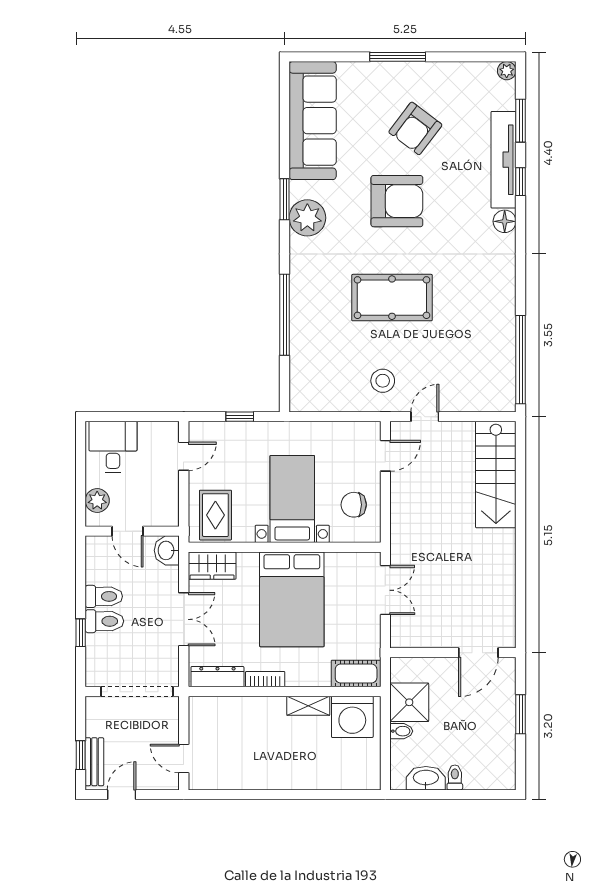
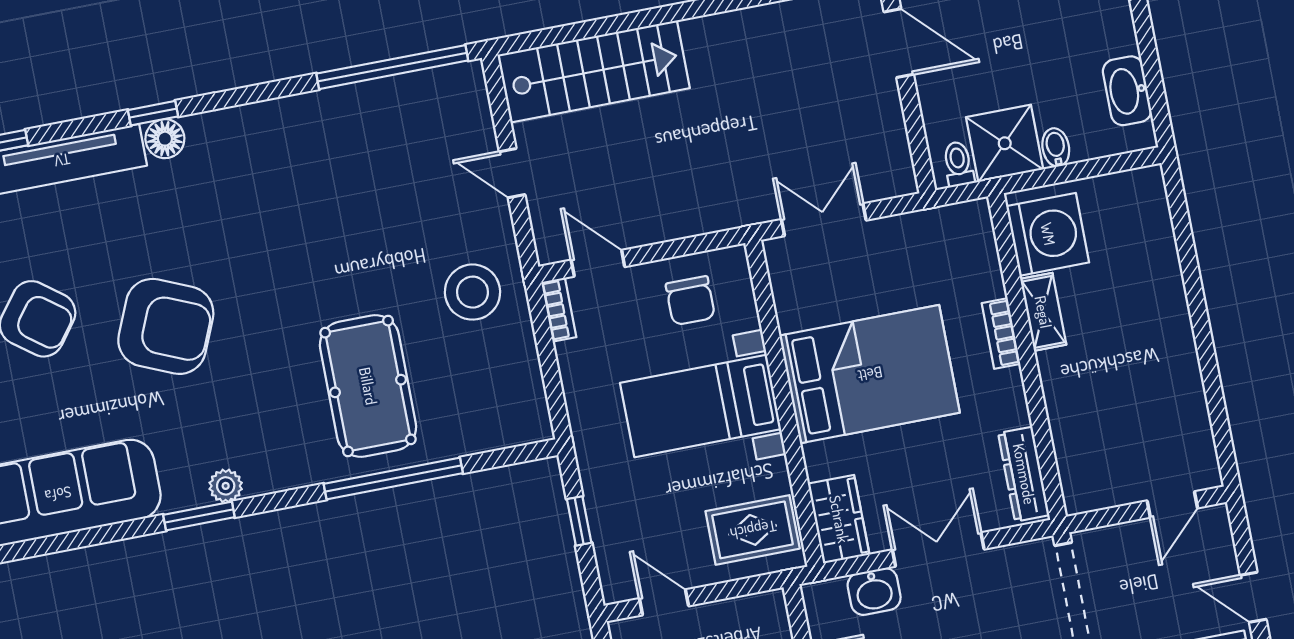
window: (521, 182) -> (153, 113), moved
armchair: (397, 201) -> (166, 326), turned 113
plant: (307, 218) -> (226, 486), width x0.53, depth x0.53
pool table: (392, 298) -> (368, 386), moved
stool: (383, 381) -> (473, 292), width x1.38, depth x1.38
door: (425, 417) -> (512, 173), moved
bookcase: (363, 428) -> (559, 310), added
washbasin: (167, 550) -> (874, 591), moved
cot: (356, 674) -> (974, 242), removed
bookcase: (265, 679) -> (1001, 334), moved
toilet: (455, 777) -> (958, 164), moved, turned 90

